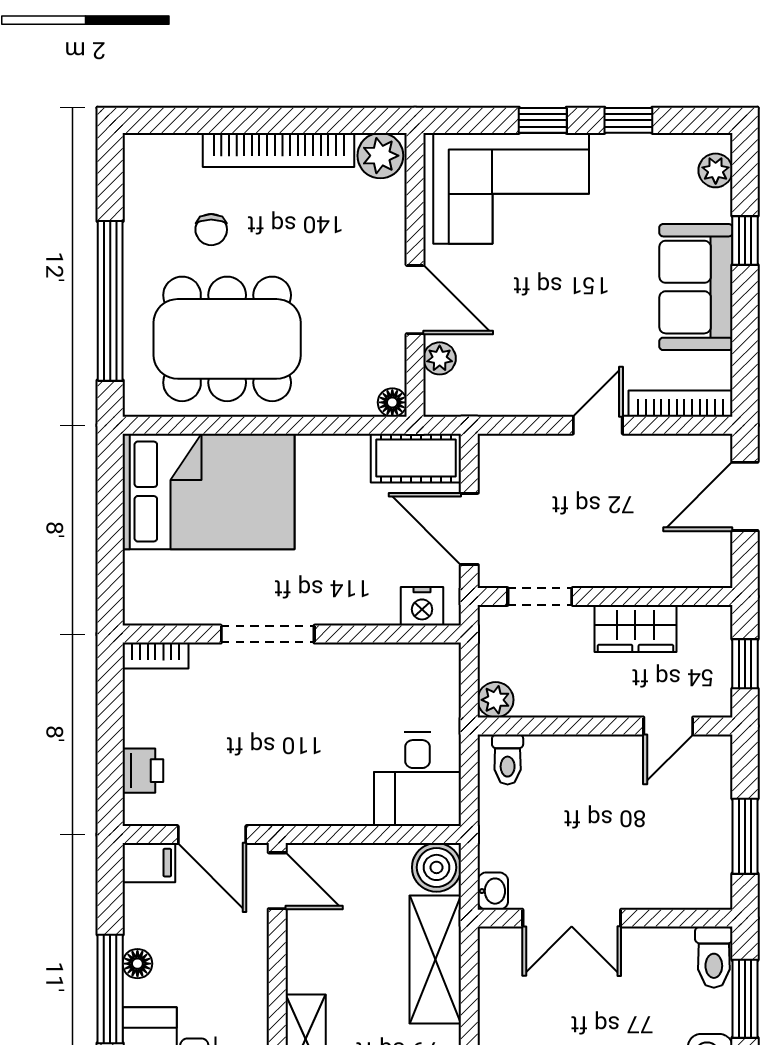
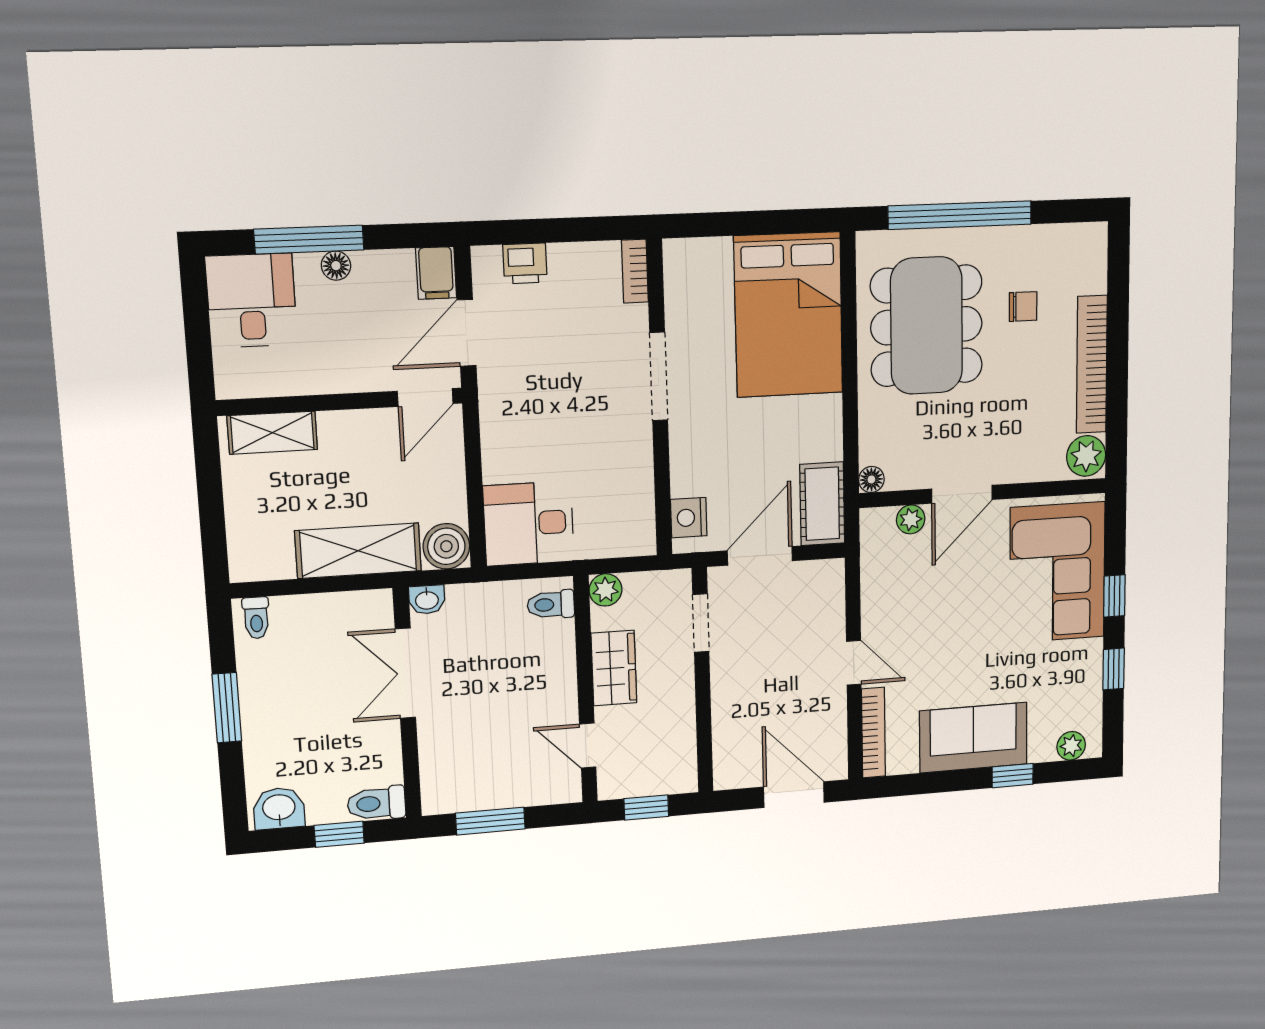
chair: (211, 230) -> (1023, 307), turned 180
wardrobe: (635, 629) -> (614, 668), moved, turned 180
window: (745, 999) -> (339, 834), width x0.67

